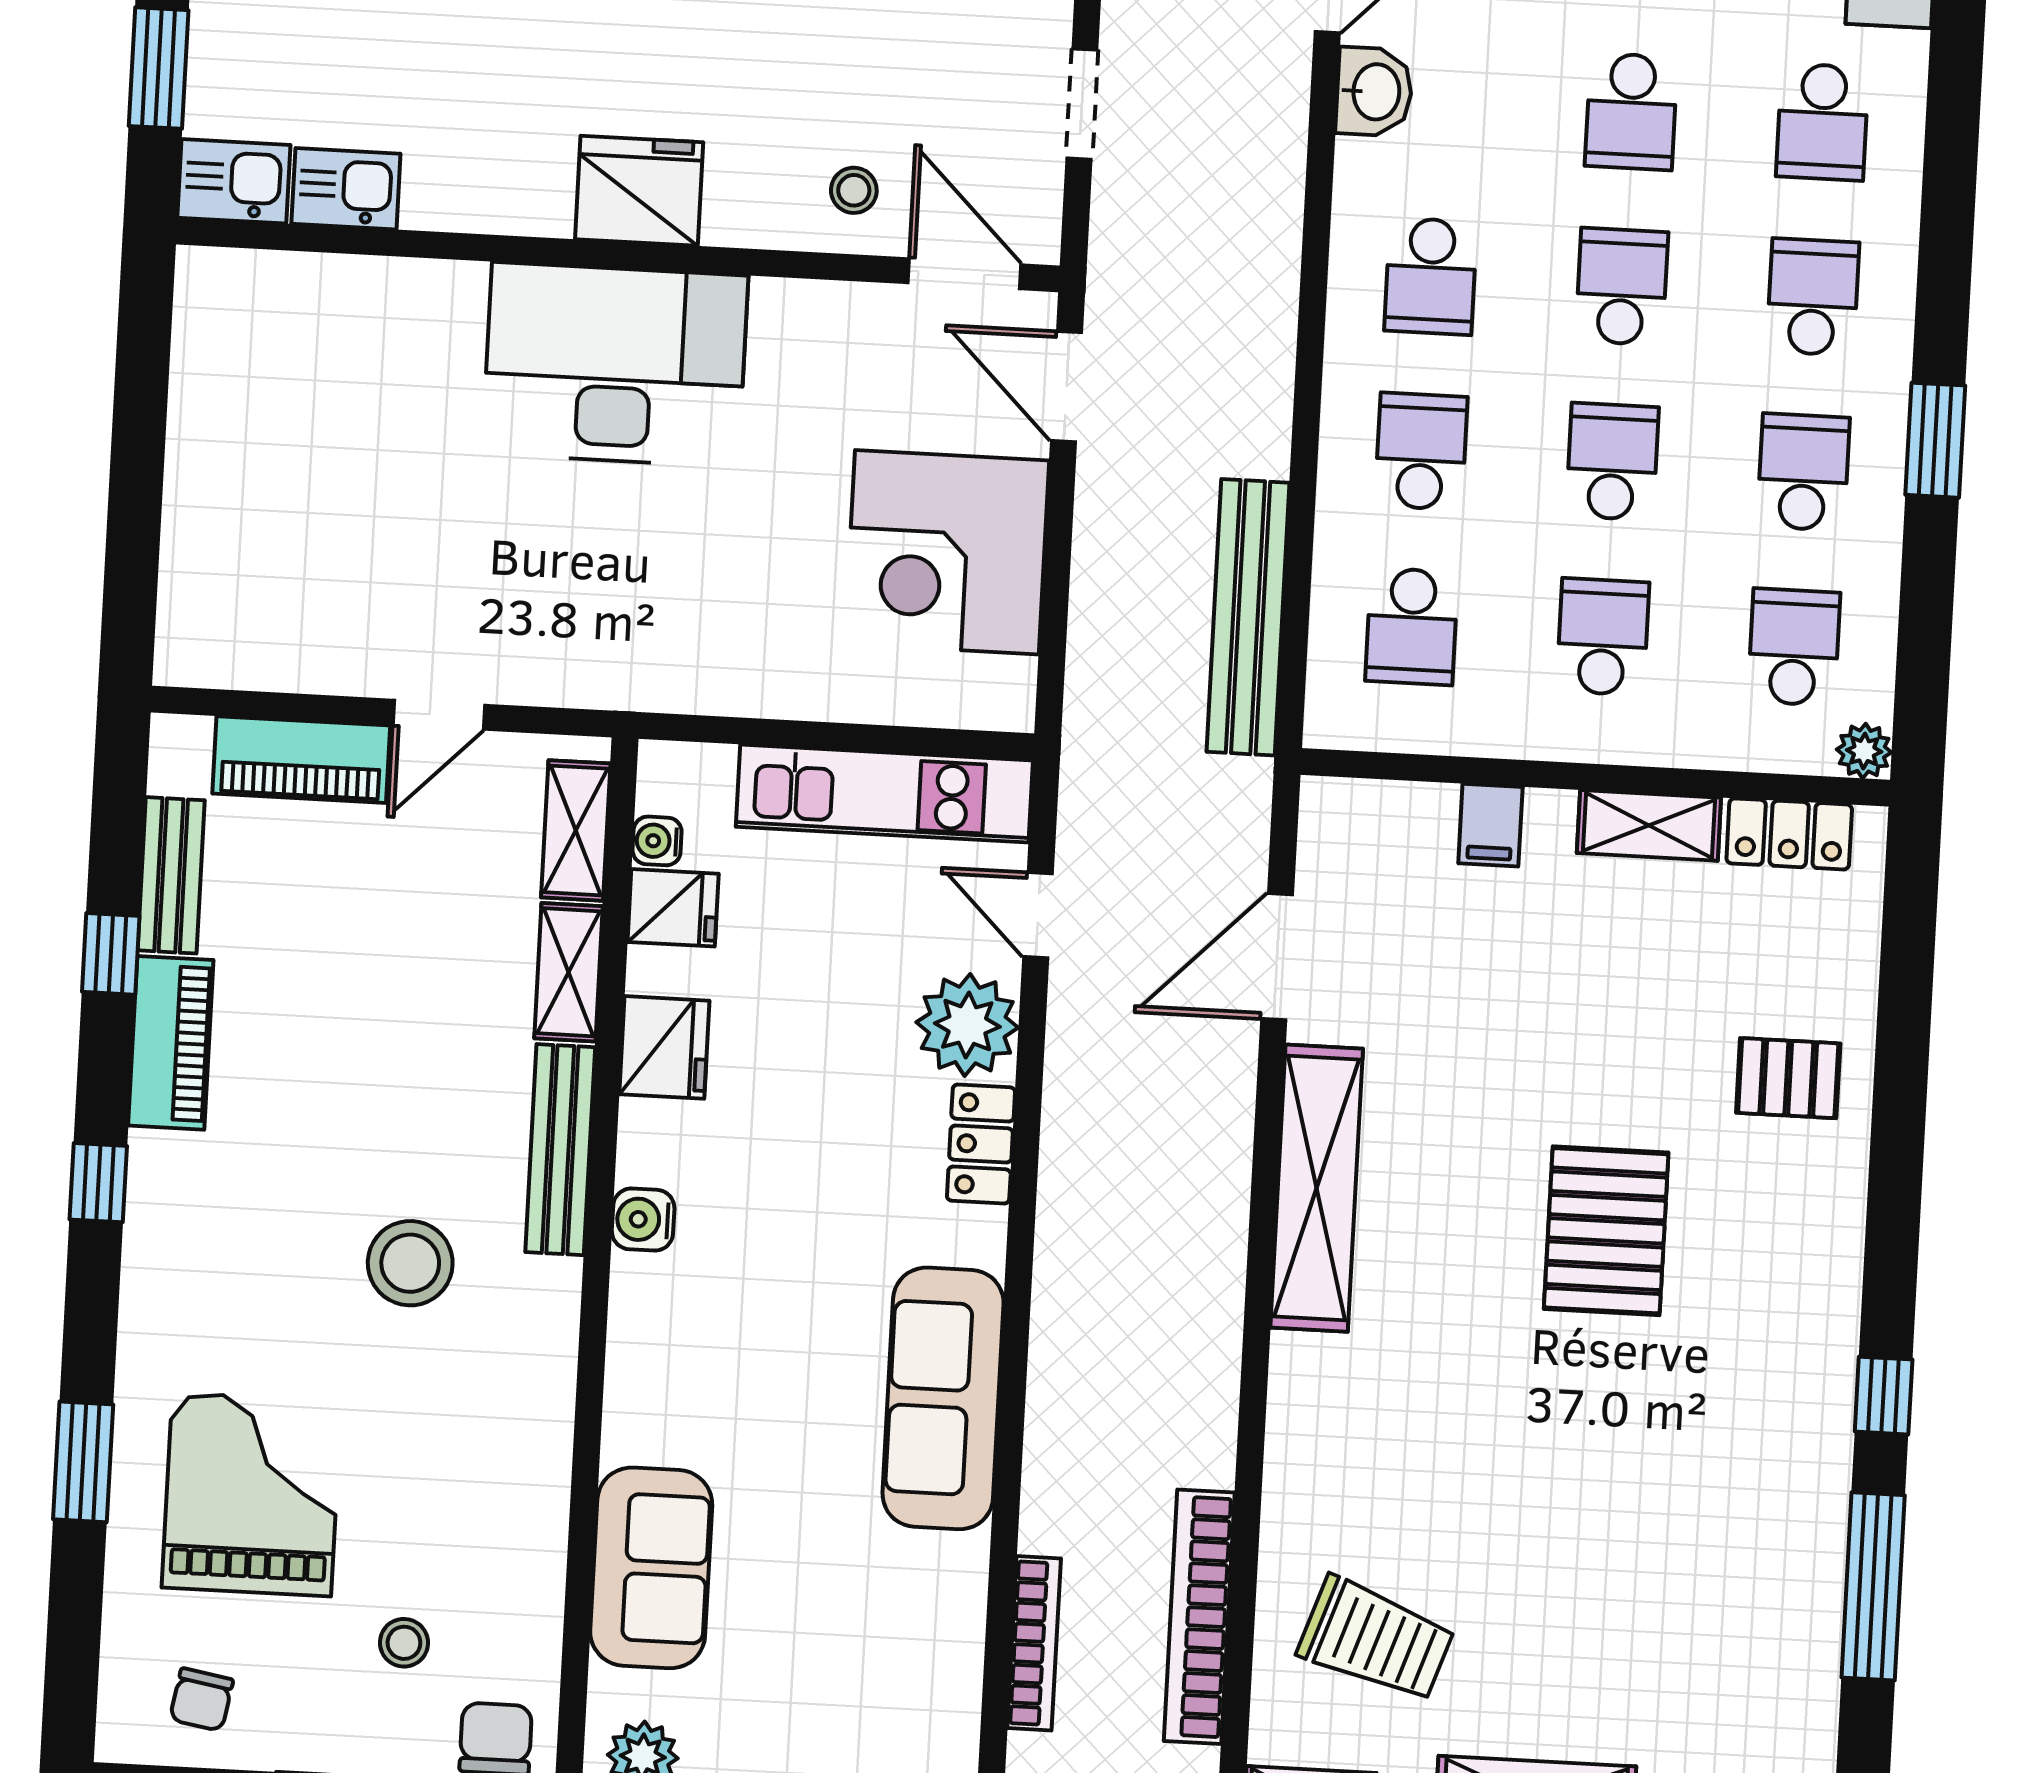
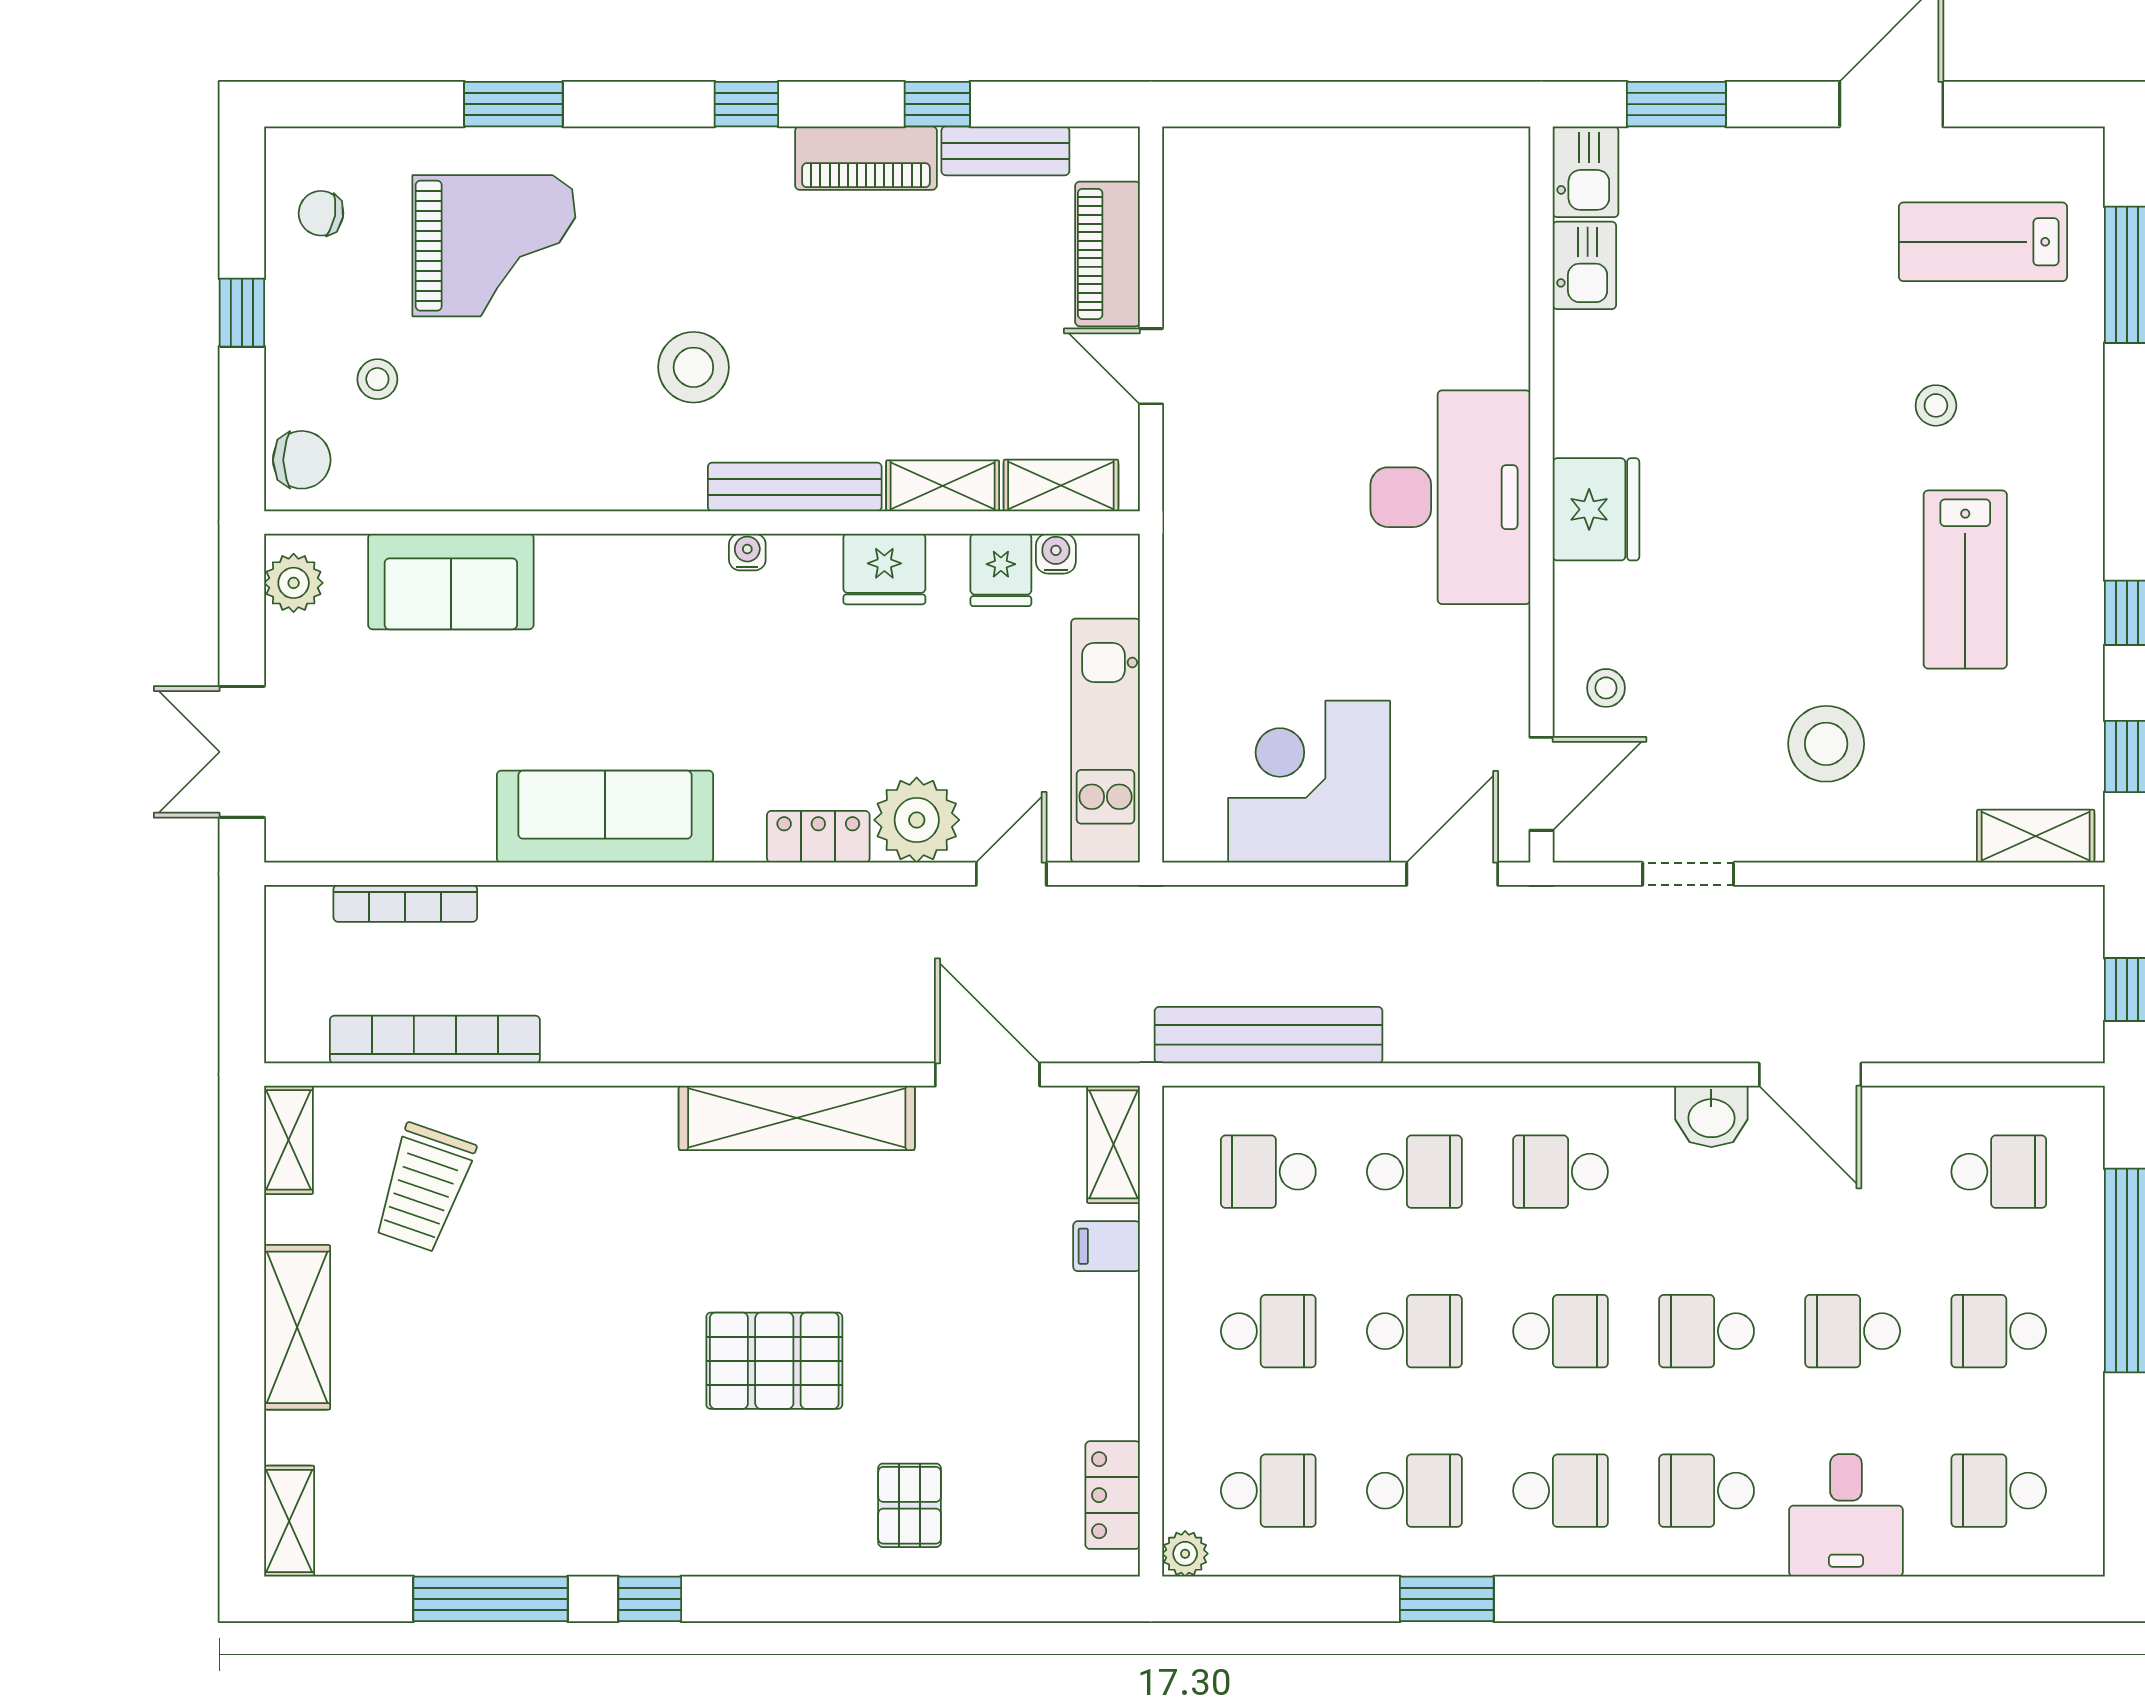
shelving: (1649, 825) -> (1114, 1144), moved
water cooler: (643, 1220) -> (747, 552), width x0.72, depth x0.72

